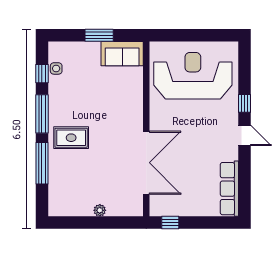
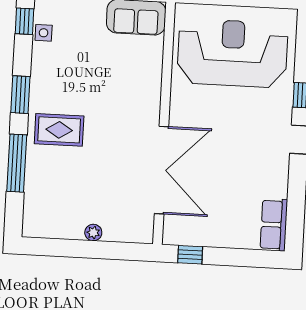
window: (42, 74) -> (24, 21), moved
window: (42, 114) -> (20, 95), width x0.69
row of seats: (229, 189) -> (274, 225), width x0.68

